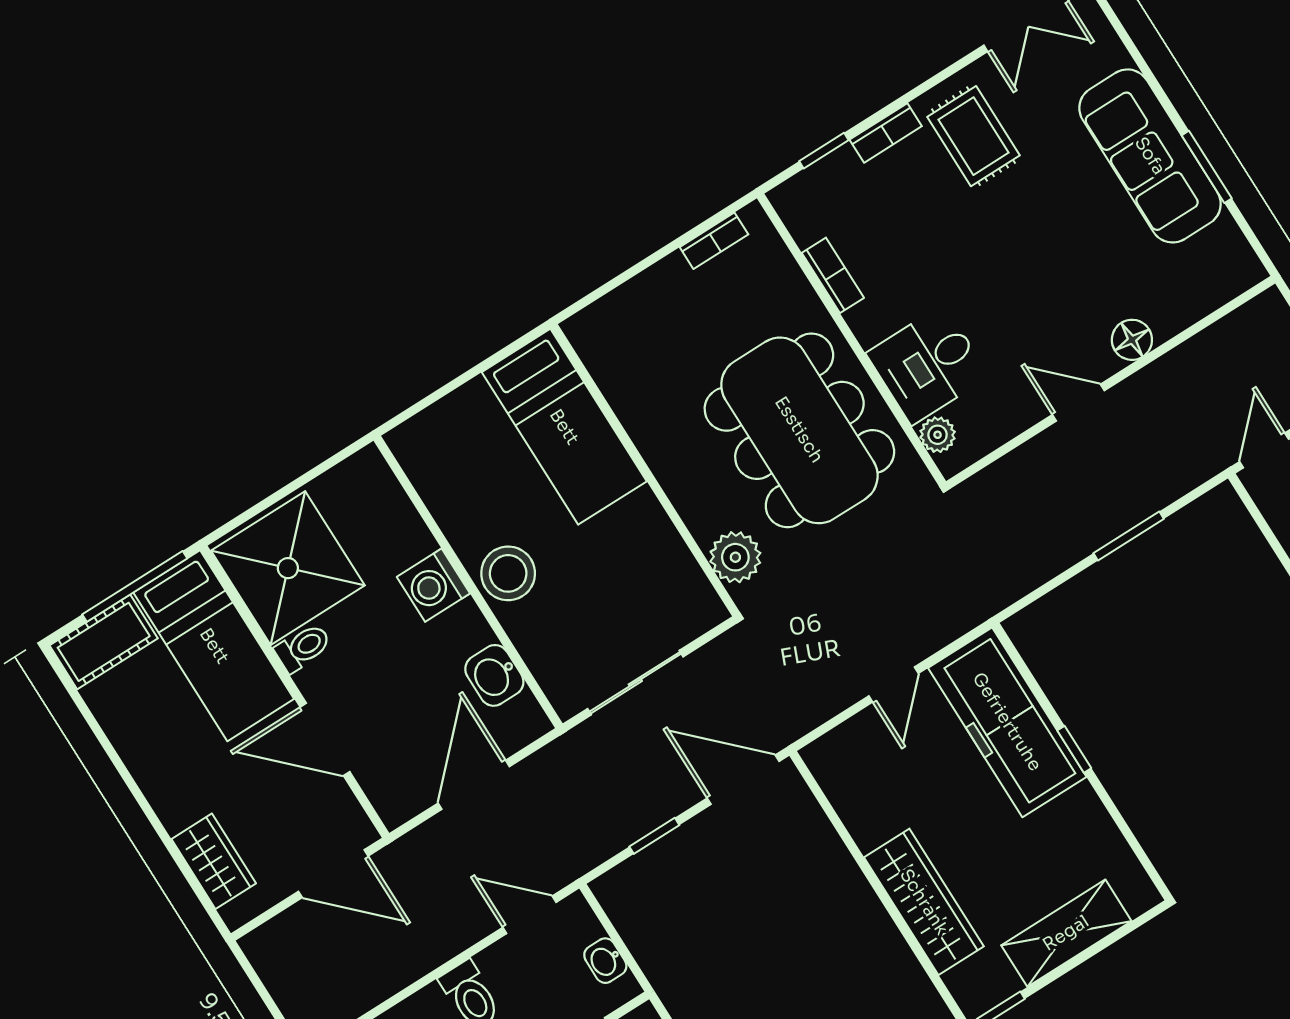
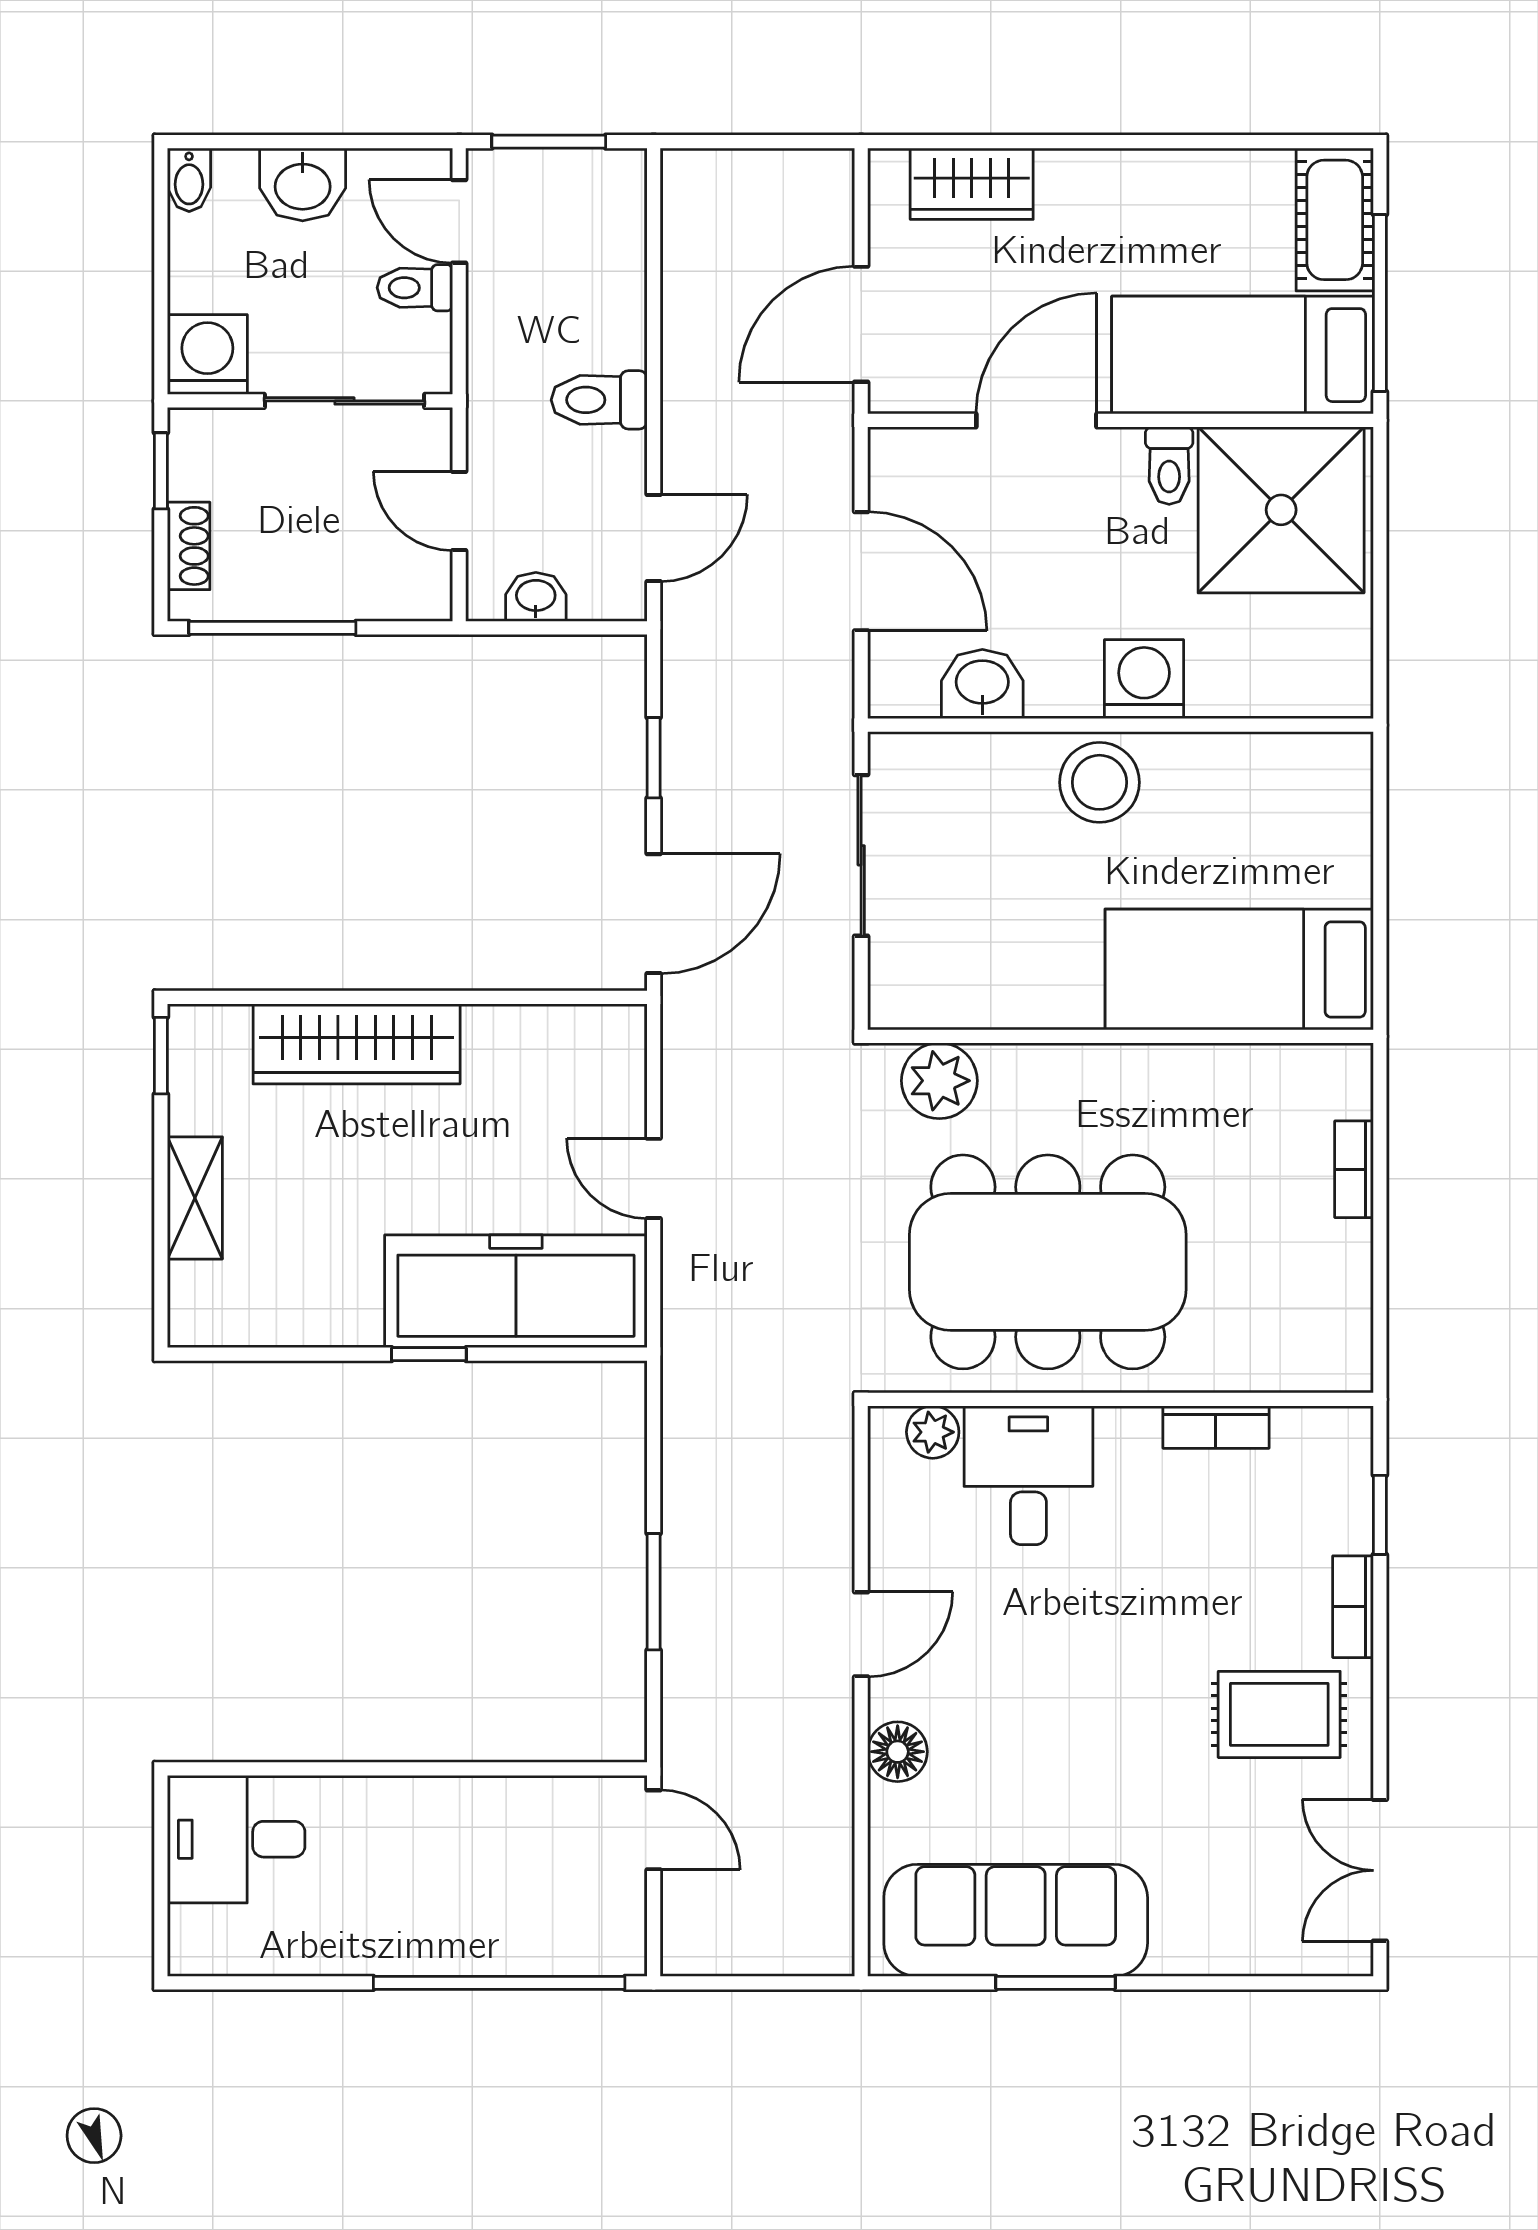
sofa: (1150, 156) -> (1016, 1920), moved
bookcase: (714, 241) -> (1354, 1169), moved
shelving: (1066, 933) -> (195, 1198), width x0.67, depth x0.75

